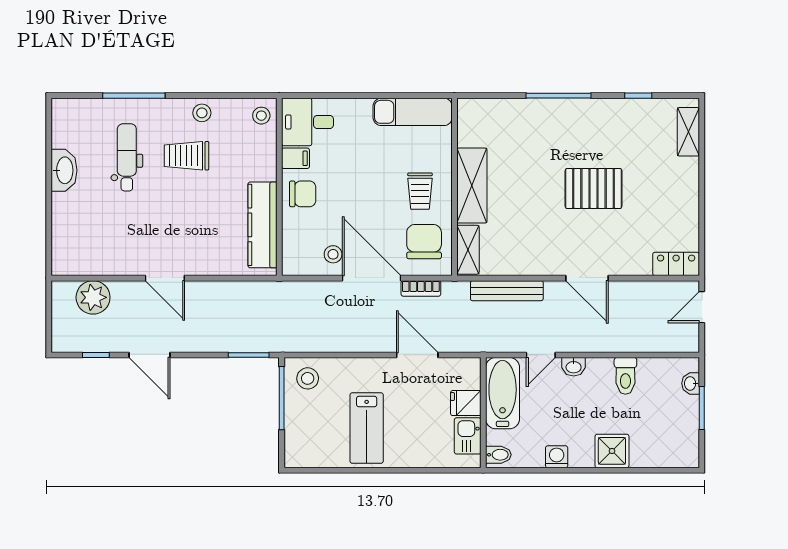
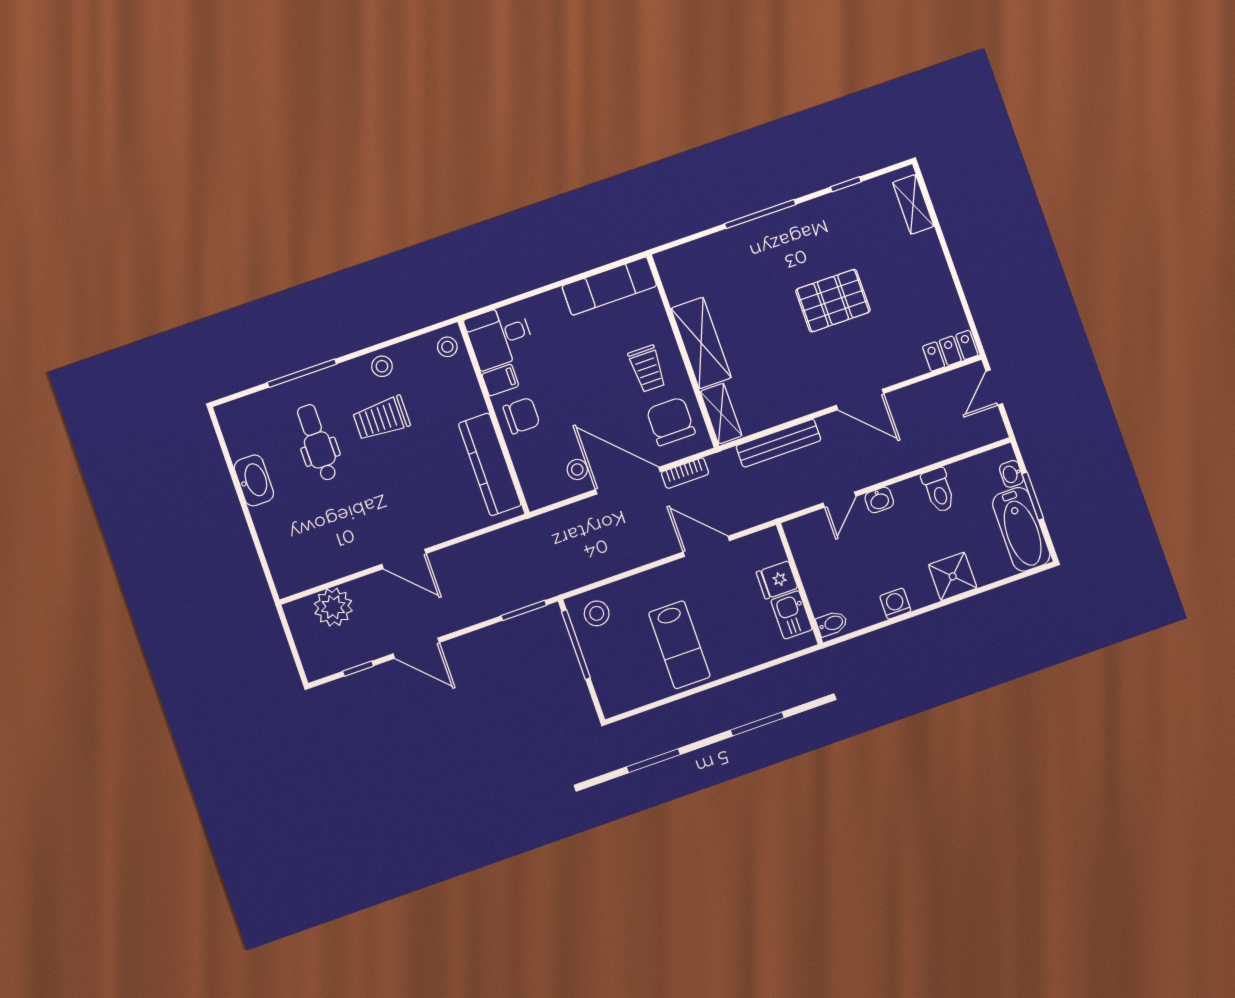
bathtub: (503, 393) -> (1021, 529), moved, turned 180

